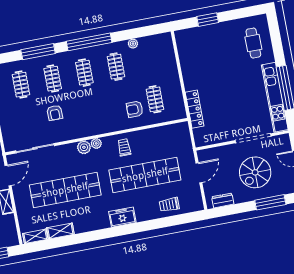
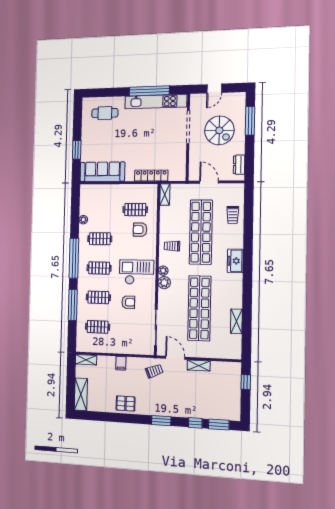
sofa: (189, 54) -> (102, 172), added
armchair: (135, 109) -> (140, 230), turned 90
checkout: (89, 115) -> (136, 272), added
shelving: (35, 236) -> (165, 195), moved

